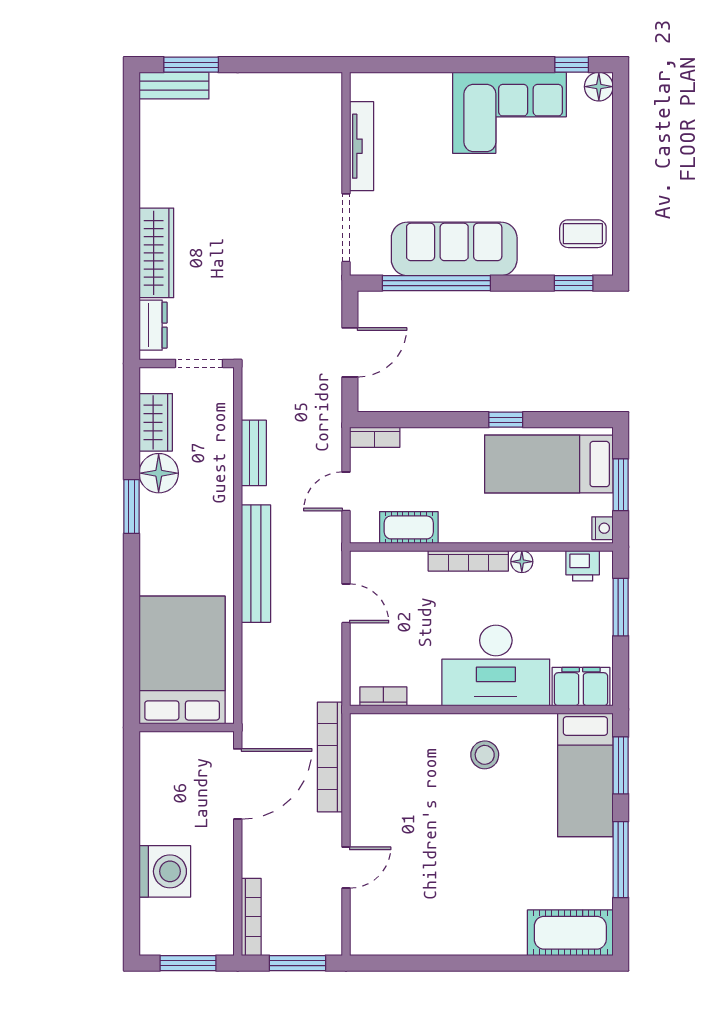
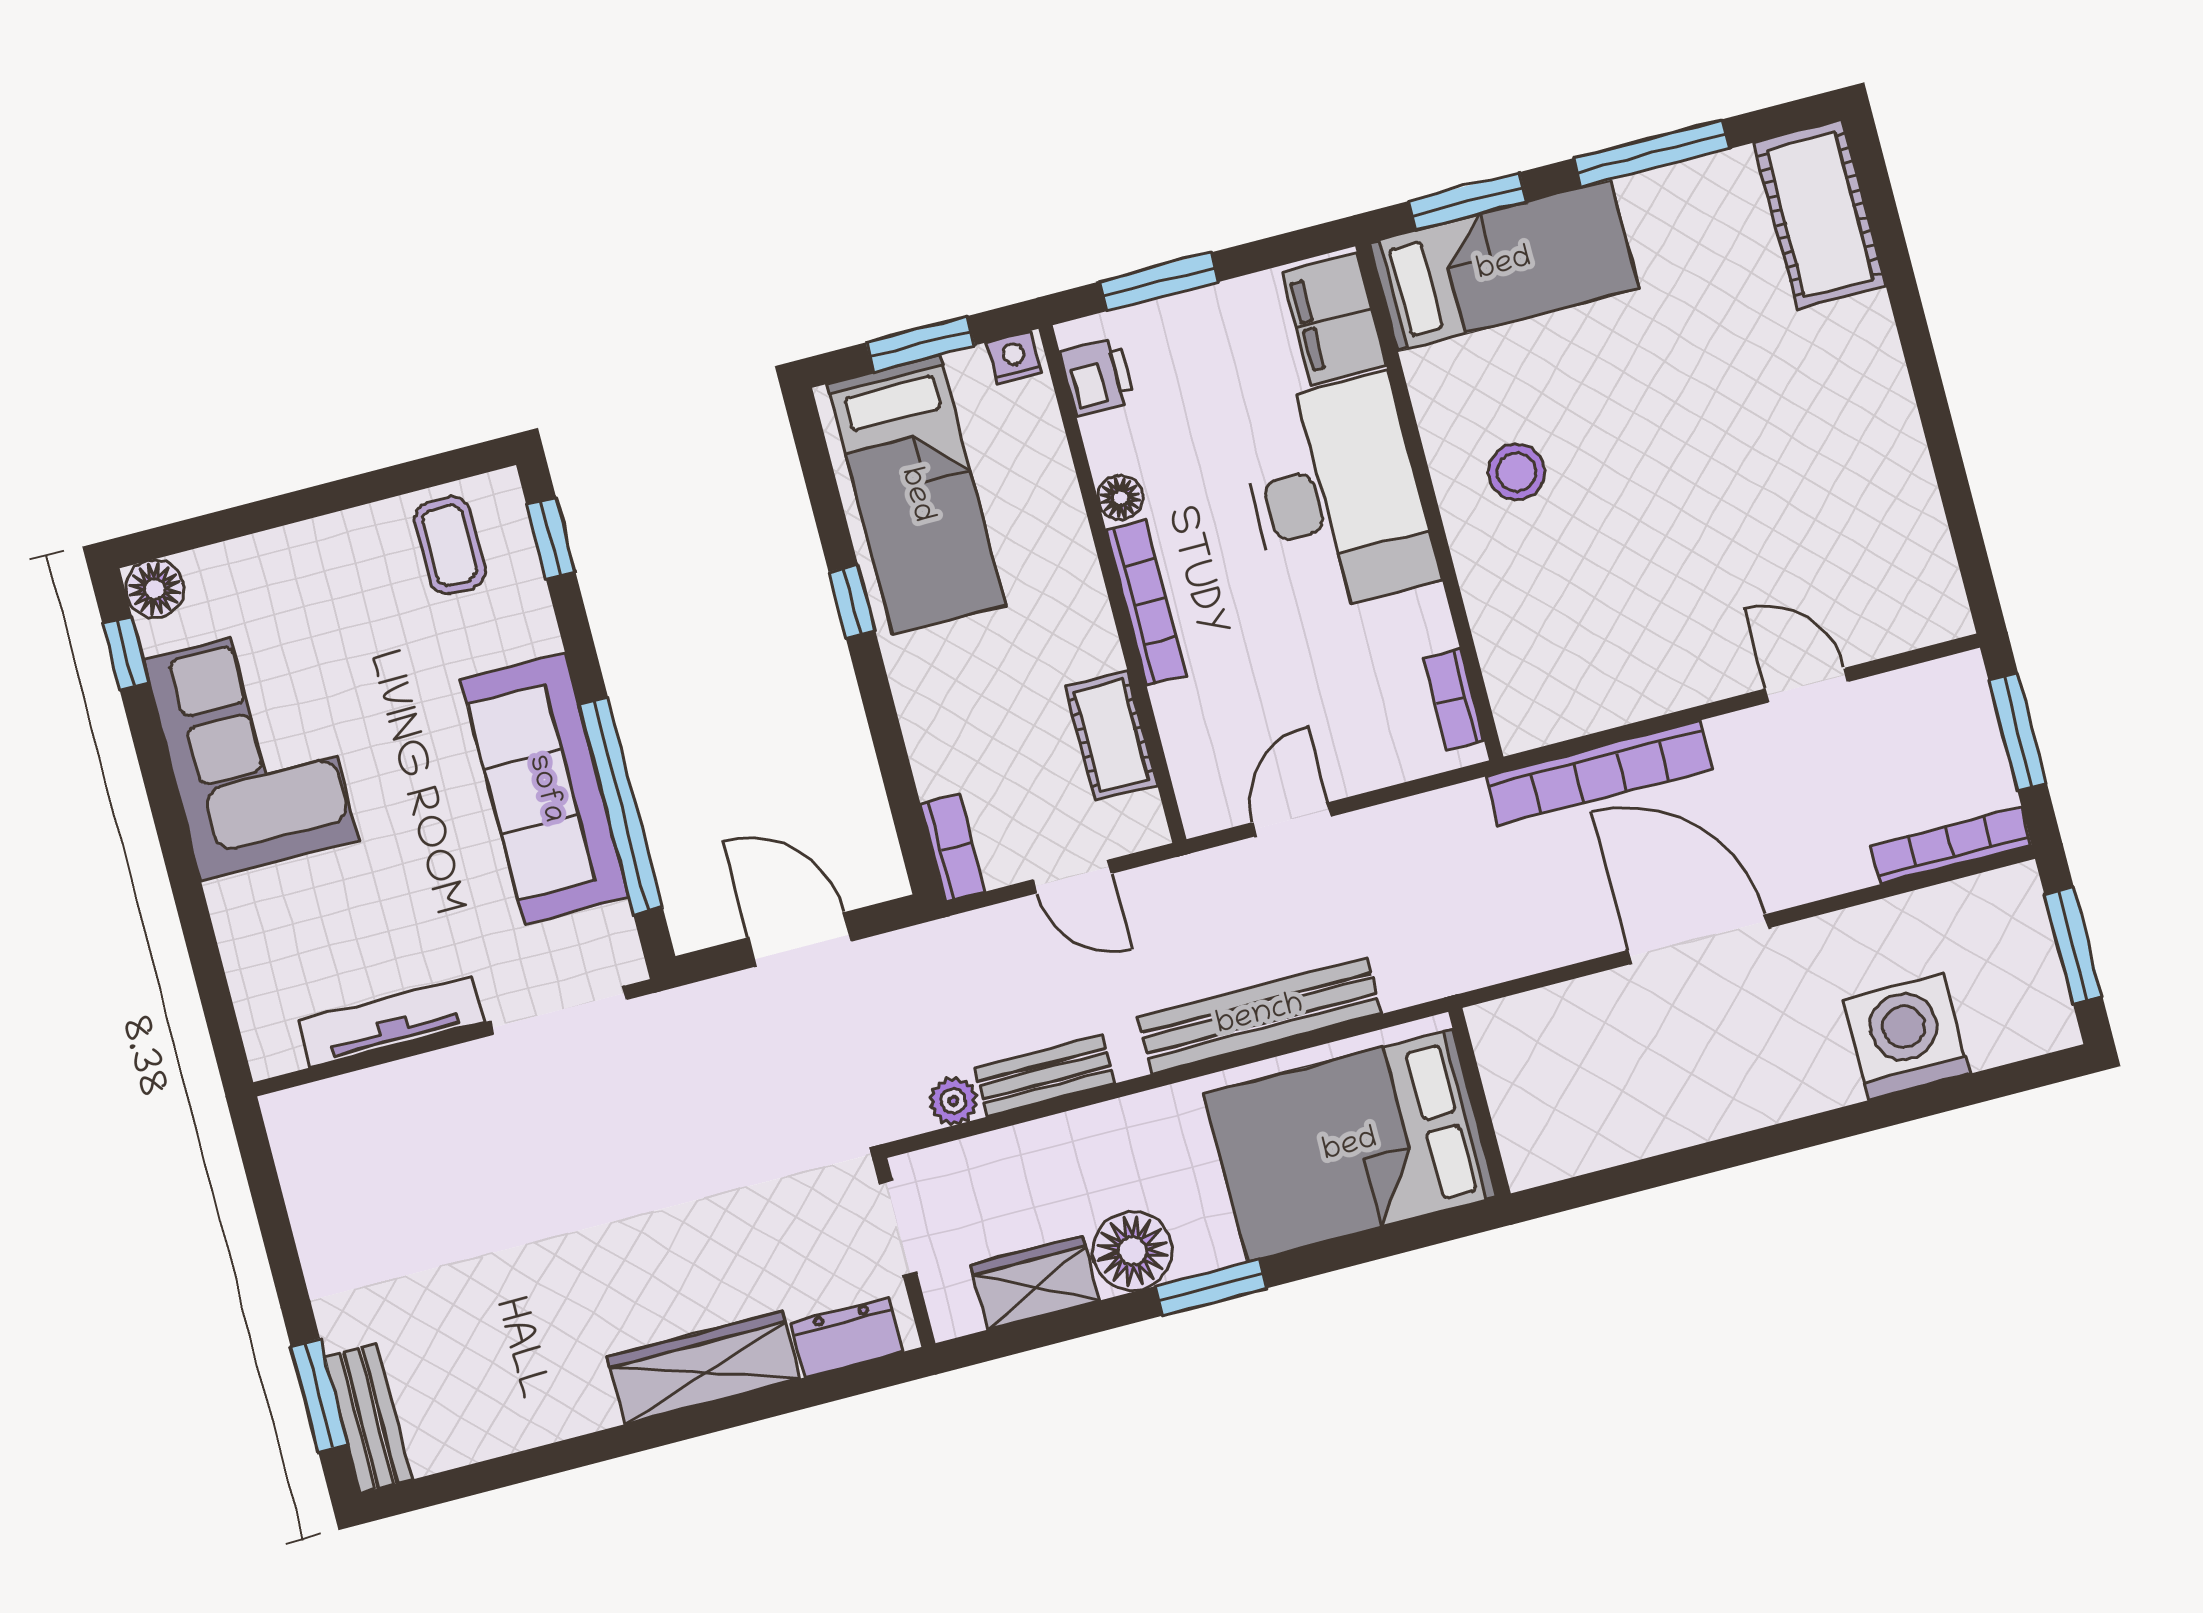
plant: (253, 406) -> (953, 1101), added
bed: (182, 660) -> (1350, 1146), moved
wall: (187, 727) -> (1479, 1103), moved

